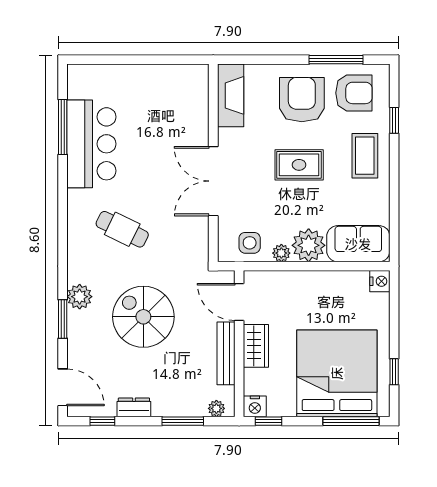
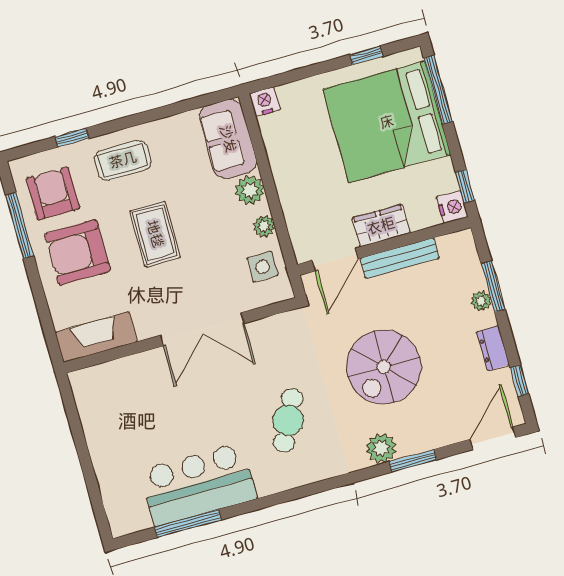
plant: (309, 245) -> (250, 190), width x0.73, depth x0.73
plant: (216, 408) -> (481, 301), moved

